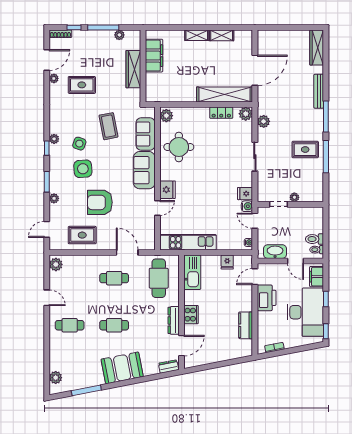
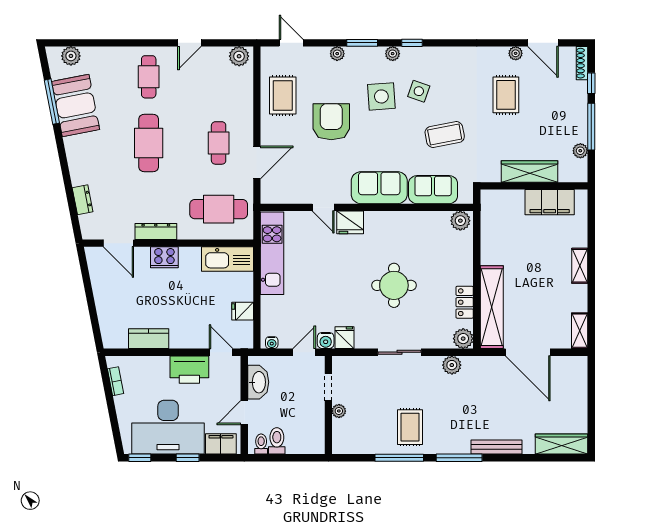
shelving: (222, 35) -> (580, 331), moved
plant: (54, 139) -> (393, 54), moved
round table: (179, 147) -> (394, 285), moved
cafe table: (114, 325) -> (149, 143), width x1.37, depth x1.35
dresser: (169, 367) -> (83, 200), moved
booth: (122, 368) -> (76, 105), moved

